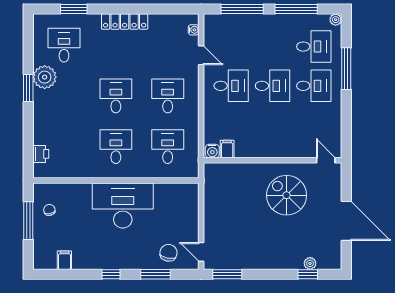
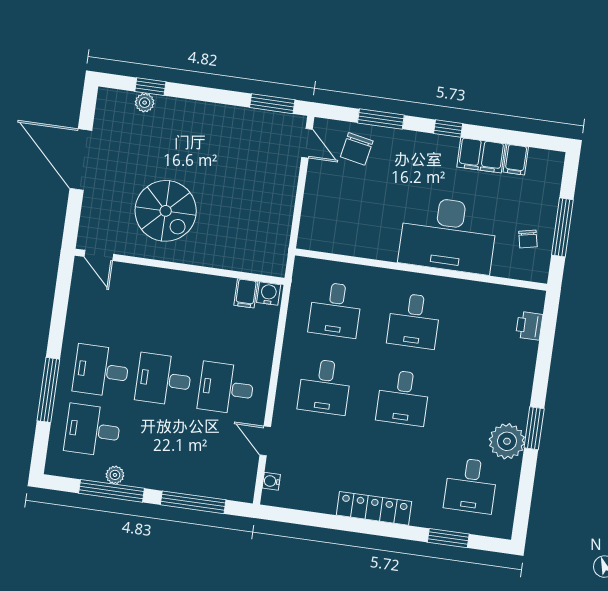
plant: (336, 20) -> (115, 475), moved
desk: (123, 205) -> (448, 235), moved
filing cabinet: (87, 260) -> (481, 155), added

